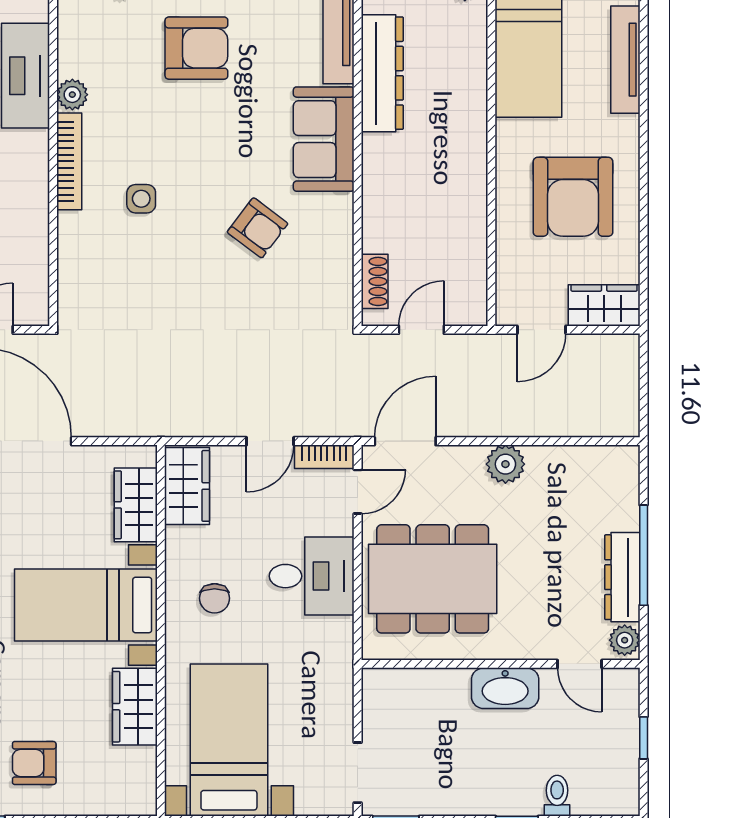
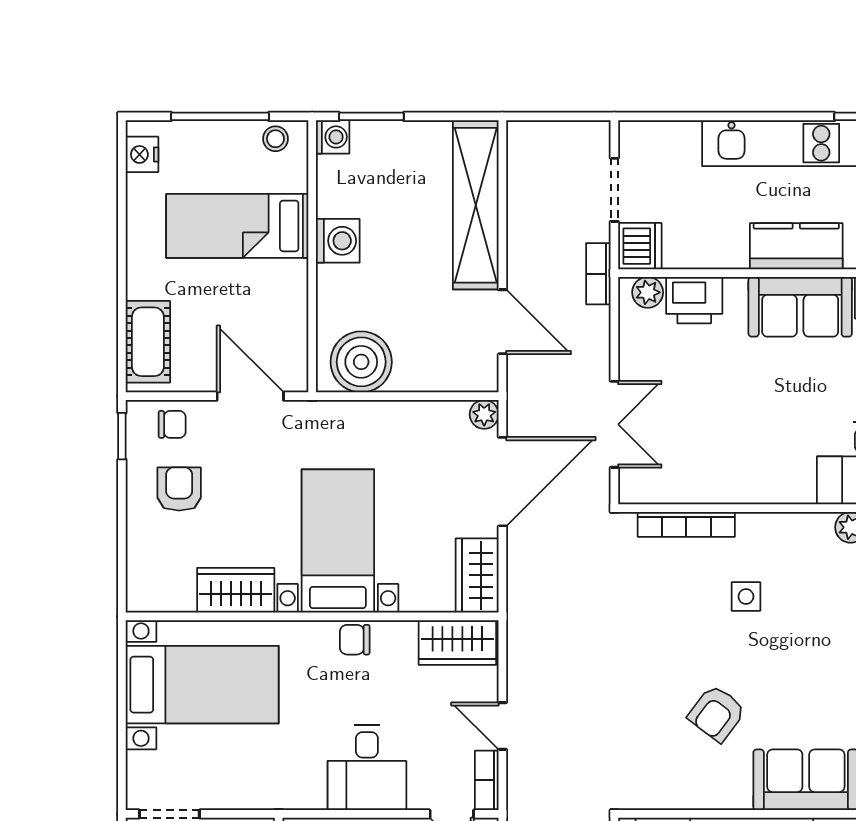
bookcase: (69, 161) -> (686, 524), moved
wardrobe: (136, 505) -> (477, 575), moved, turned -90
chair: (215, 598) -> (355, 640), moved

